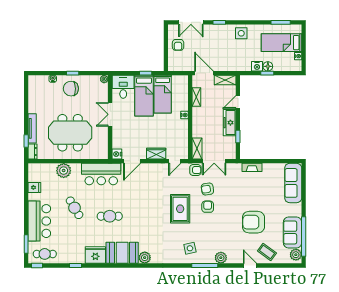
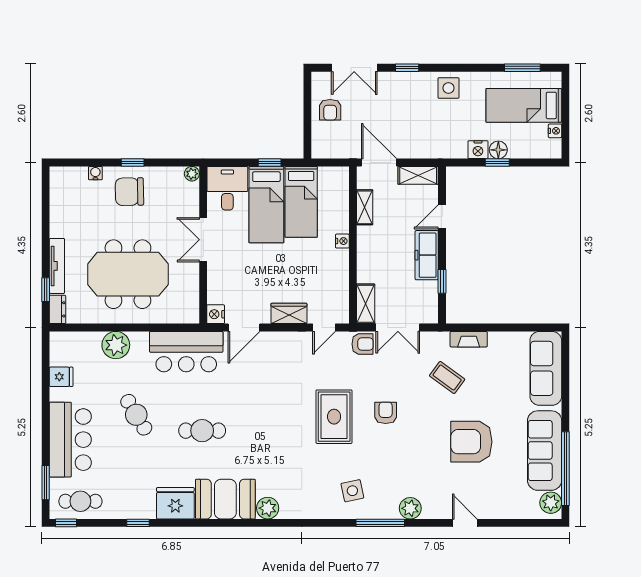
armchair: (207, 189) -> (385, 380), removed
sofa: (293, 232) -> (545, 451), width x1.36
coffee table: (267, 252) -> (447, 377), moved

